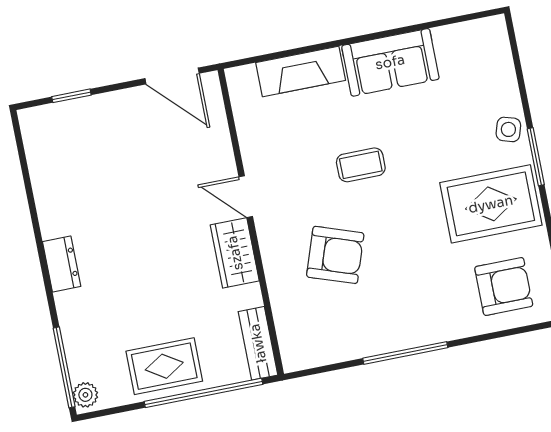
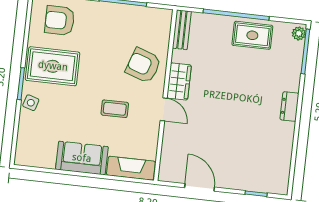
door: (246, 197) -> (164, 109), moved
wall: (251, 222) -> (165, 95), moved
wardrobe: (235, 253) -> (179, 81), moved
bench: (258, 343) -> (182, 30), moved

